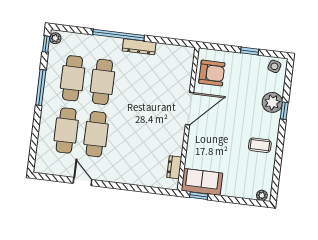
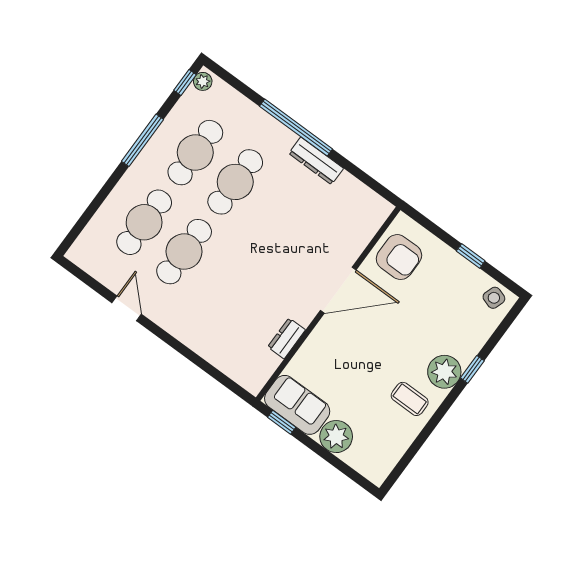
plant: (272, 102) -> (444, 372), moved
dresser: (174, 167) -> (287, 338), moved
plant: (262, 195) -> (336, 437), moved, width x1.87, depth x1.87

